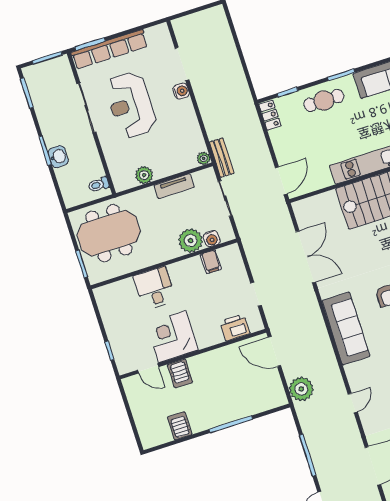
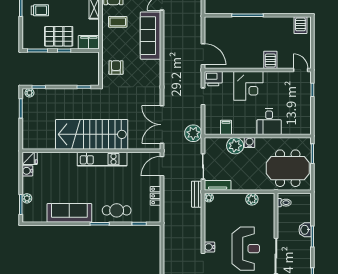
locker: (270, 115) -> (156, 196), moved
tv unit: (174, 186) -> (218, 185), moved
water cooler: (212, 239) -> (249, 143), moved
double door: (306, 257) -> (162, 125), moved
printer: (235, 327) -> (213, 79), moved
sofa: (346, 329) -> (151, 36), moved
corner desk: (172, 337) -> (248, 86), moved
door: (148, 368) -> (301, 70), moved
plant: (301, 389) -> (193, 133), moved
server rack: (180, 426) -> (300, 25), moved

